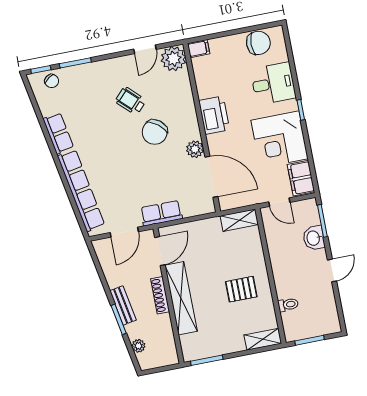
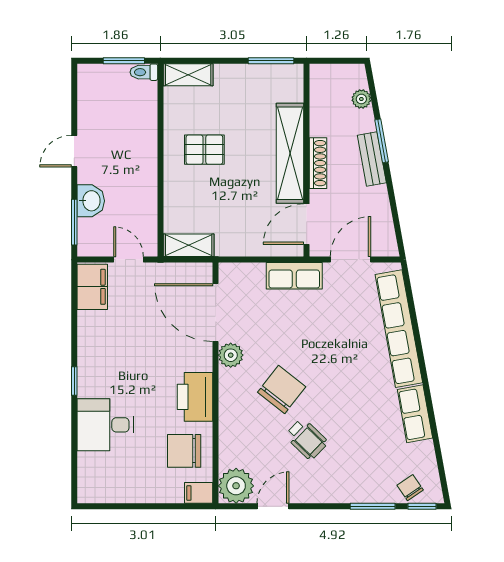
chair: (258, 43) -> (184, 451), moved
corner desk: (280, 139) -> (111, 346), removed
toilet: (288, 305) -> (144, 72), moved

